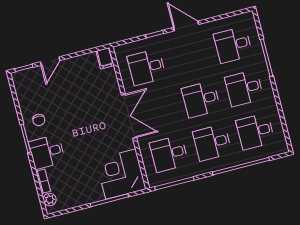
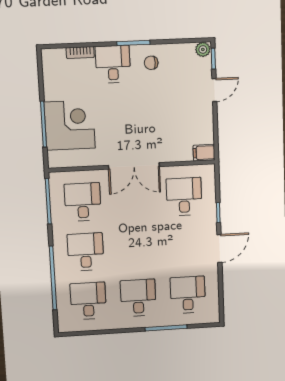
door: (50, 61) -> (214, 90), swing flipped
desk: (201, 99) -> (136, 249), removed
corner desk: (121, 174) -> (70, 125), moved
plant: (50, 199) -> (203, 49), moved

